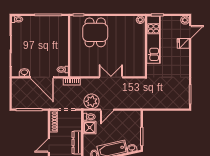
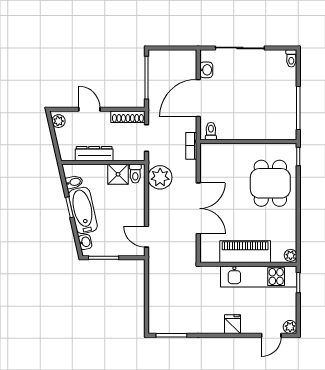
dining table: (95, 32) -> (270, 183), turned 90
door: (190, 32) -> (271, 335), hinge flipped
fridge: (183, 43) -> (233, 324), moved
piano: (138, 48) -> (245, 252), added
double door: (111, 77) -> (198, 208), width x1.37
door: (107, 110) -> (147, 237), moved

